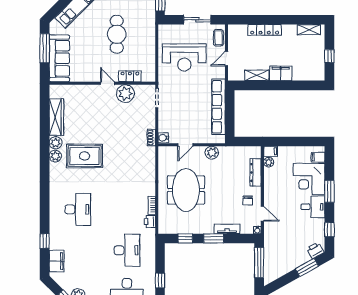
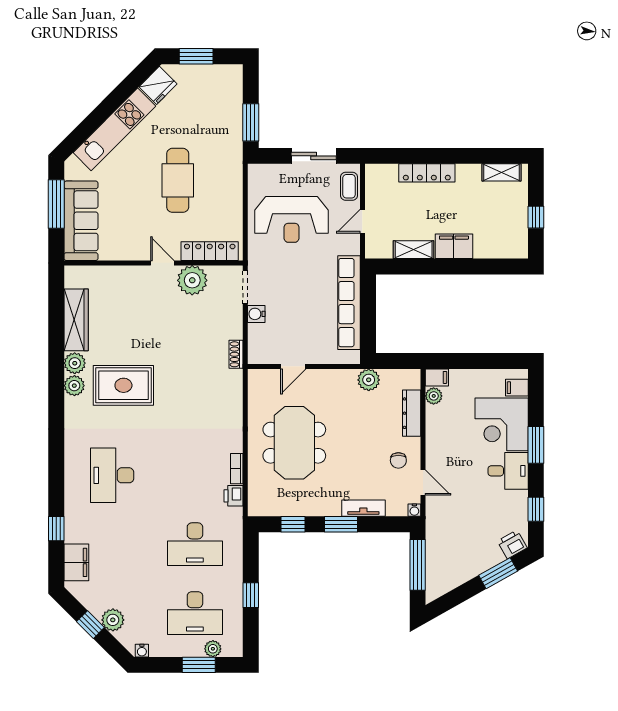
locker: (130, 76) -> (210, 251), width x1.53
water cooler: (163, 138) -> (256, 314), moved
plant: (212, 153) -> (369, 380), moved
desk: (78, 209) -> (112, 475), turned 180
desk: (127, 250) -> (195, 544), turned 90

